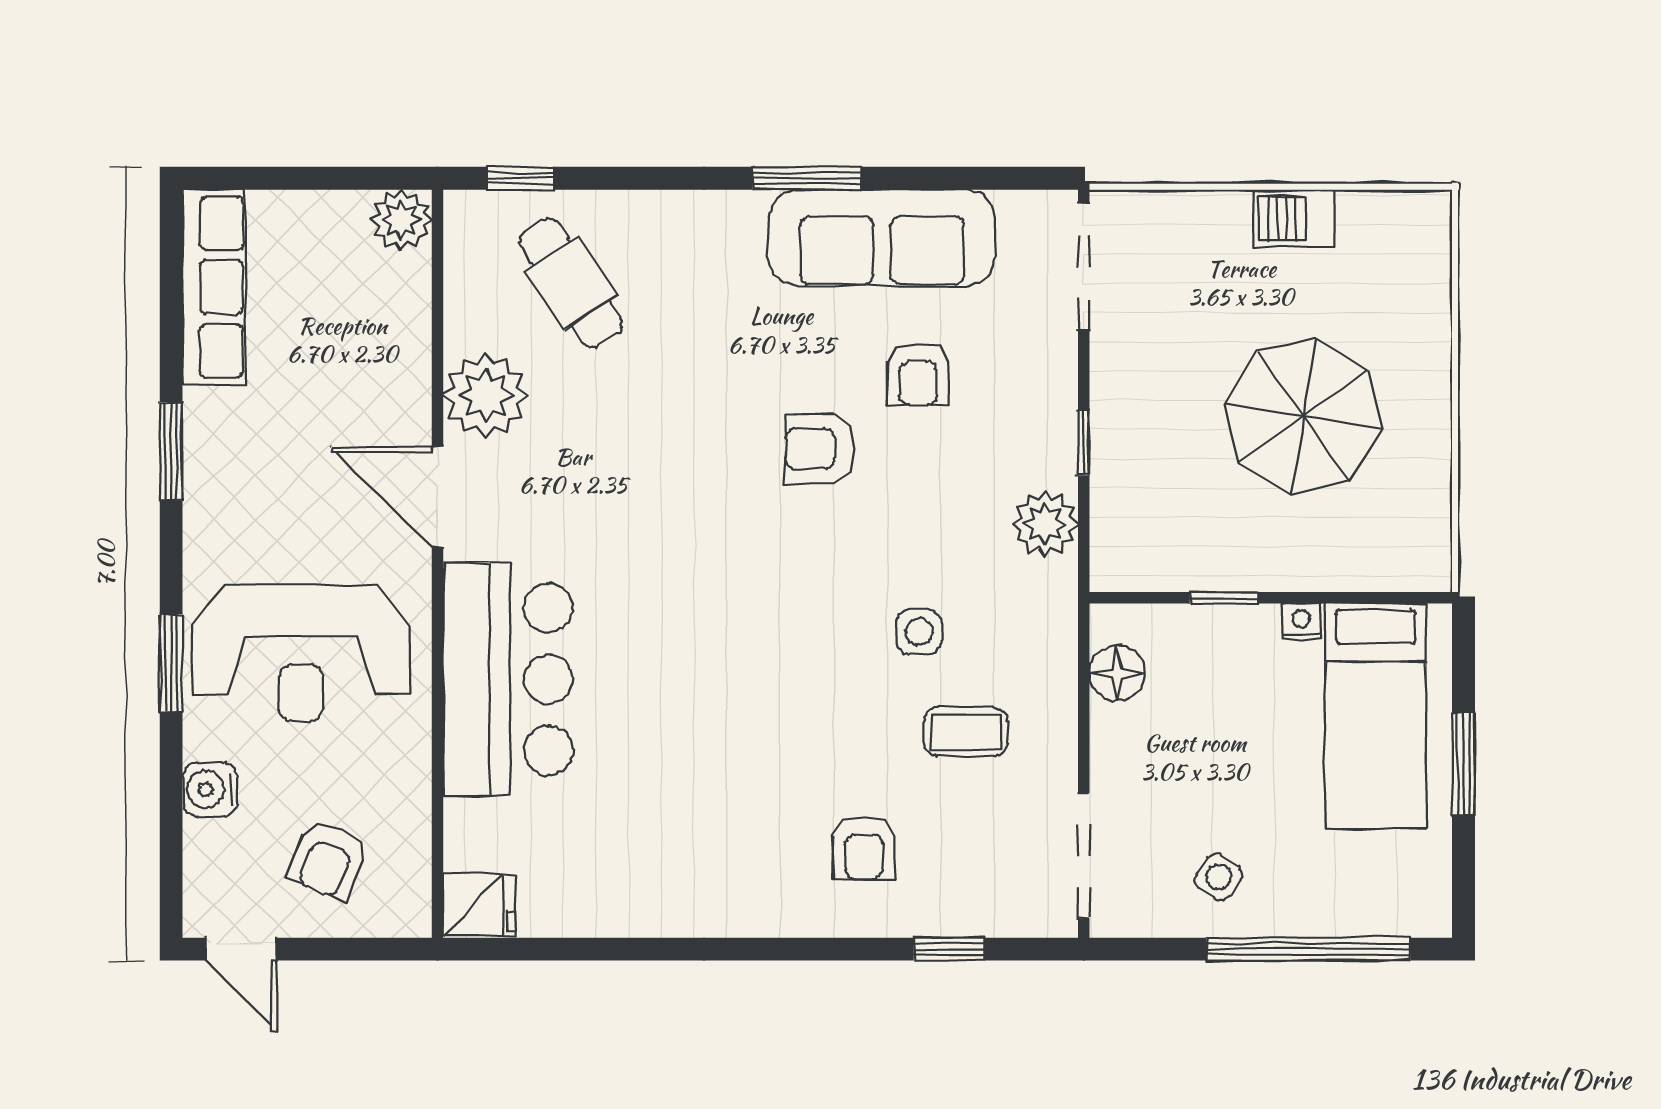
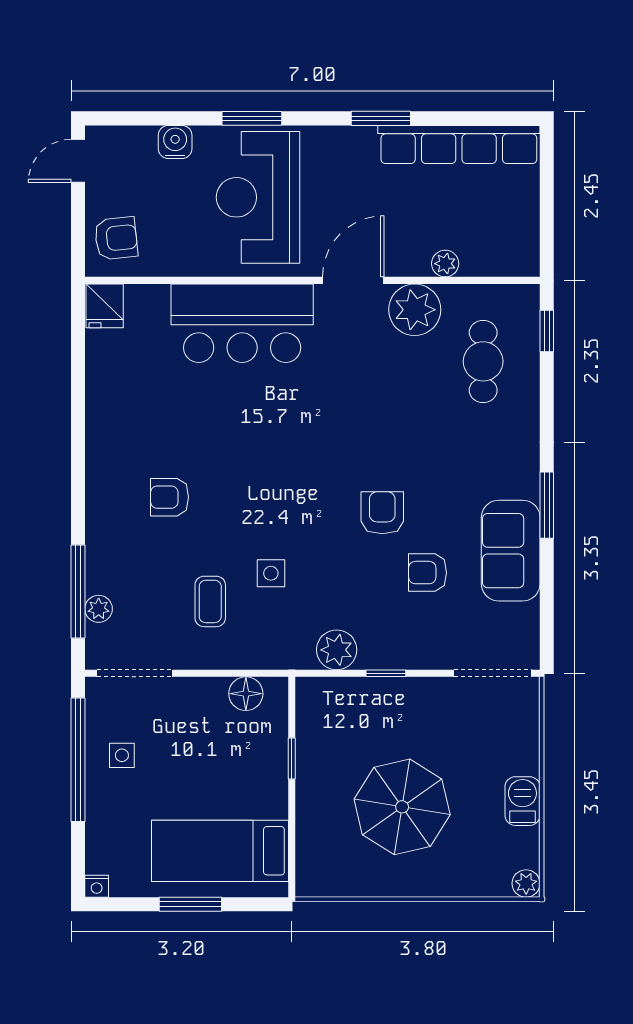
plant: (1429, 212) -> (526, 883), added
plant: (402, 220) -> (445, 264), moved, width x0.73, depth x0.73
sofa: (882, 238) -> (511, 551), width x0.73
cafe table: (571, 283) -> (483, 361), turned -57
row of seats: (214, 287) -> (459, 144), width x1.36
nightstand: (1301, 622) -> (97, 886), moved, turned 90
armchair: (864, 848) -> (170, 497), moved
armchair: (328, 860) -> (116, 238), moved, turned 151
side table: (1219, 877) -> (122, 755), turned -36
plant: (978, 915) -> (99, 609), added
window: (949, 949) -> (78, 592), width x2.17
window: (1308, 949) -> (78, 760), moved

